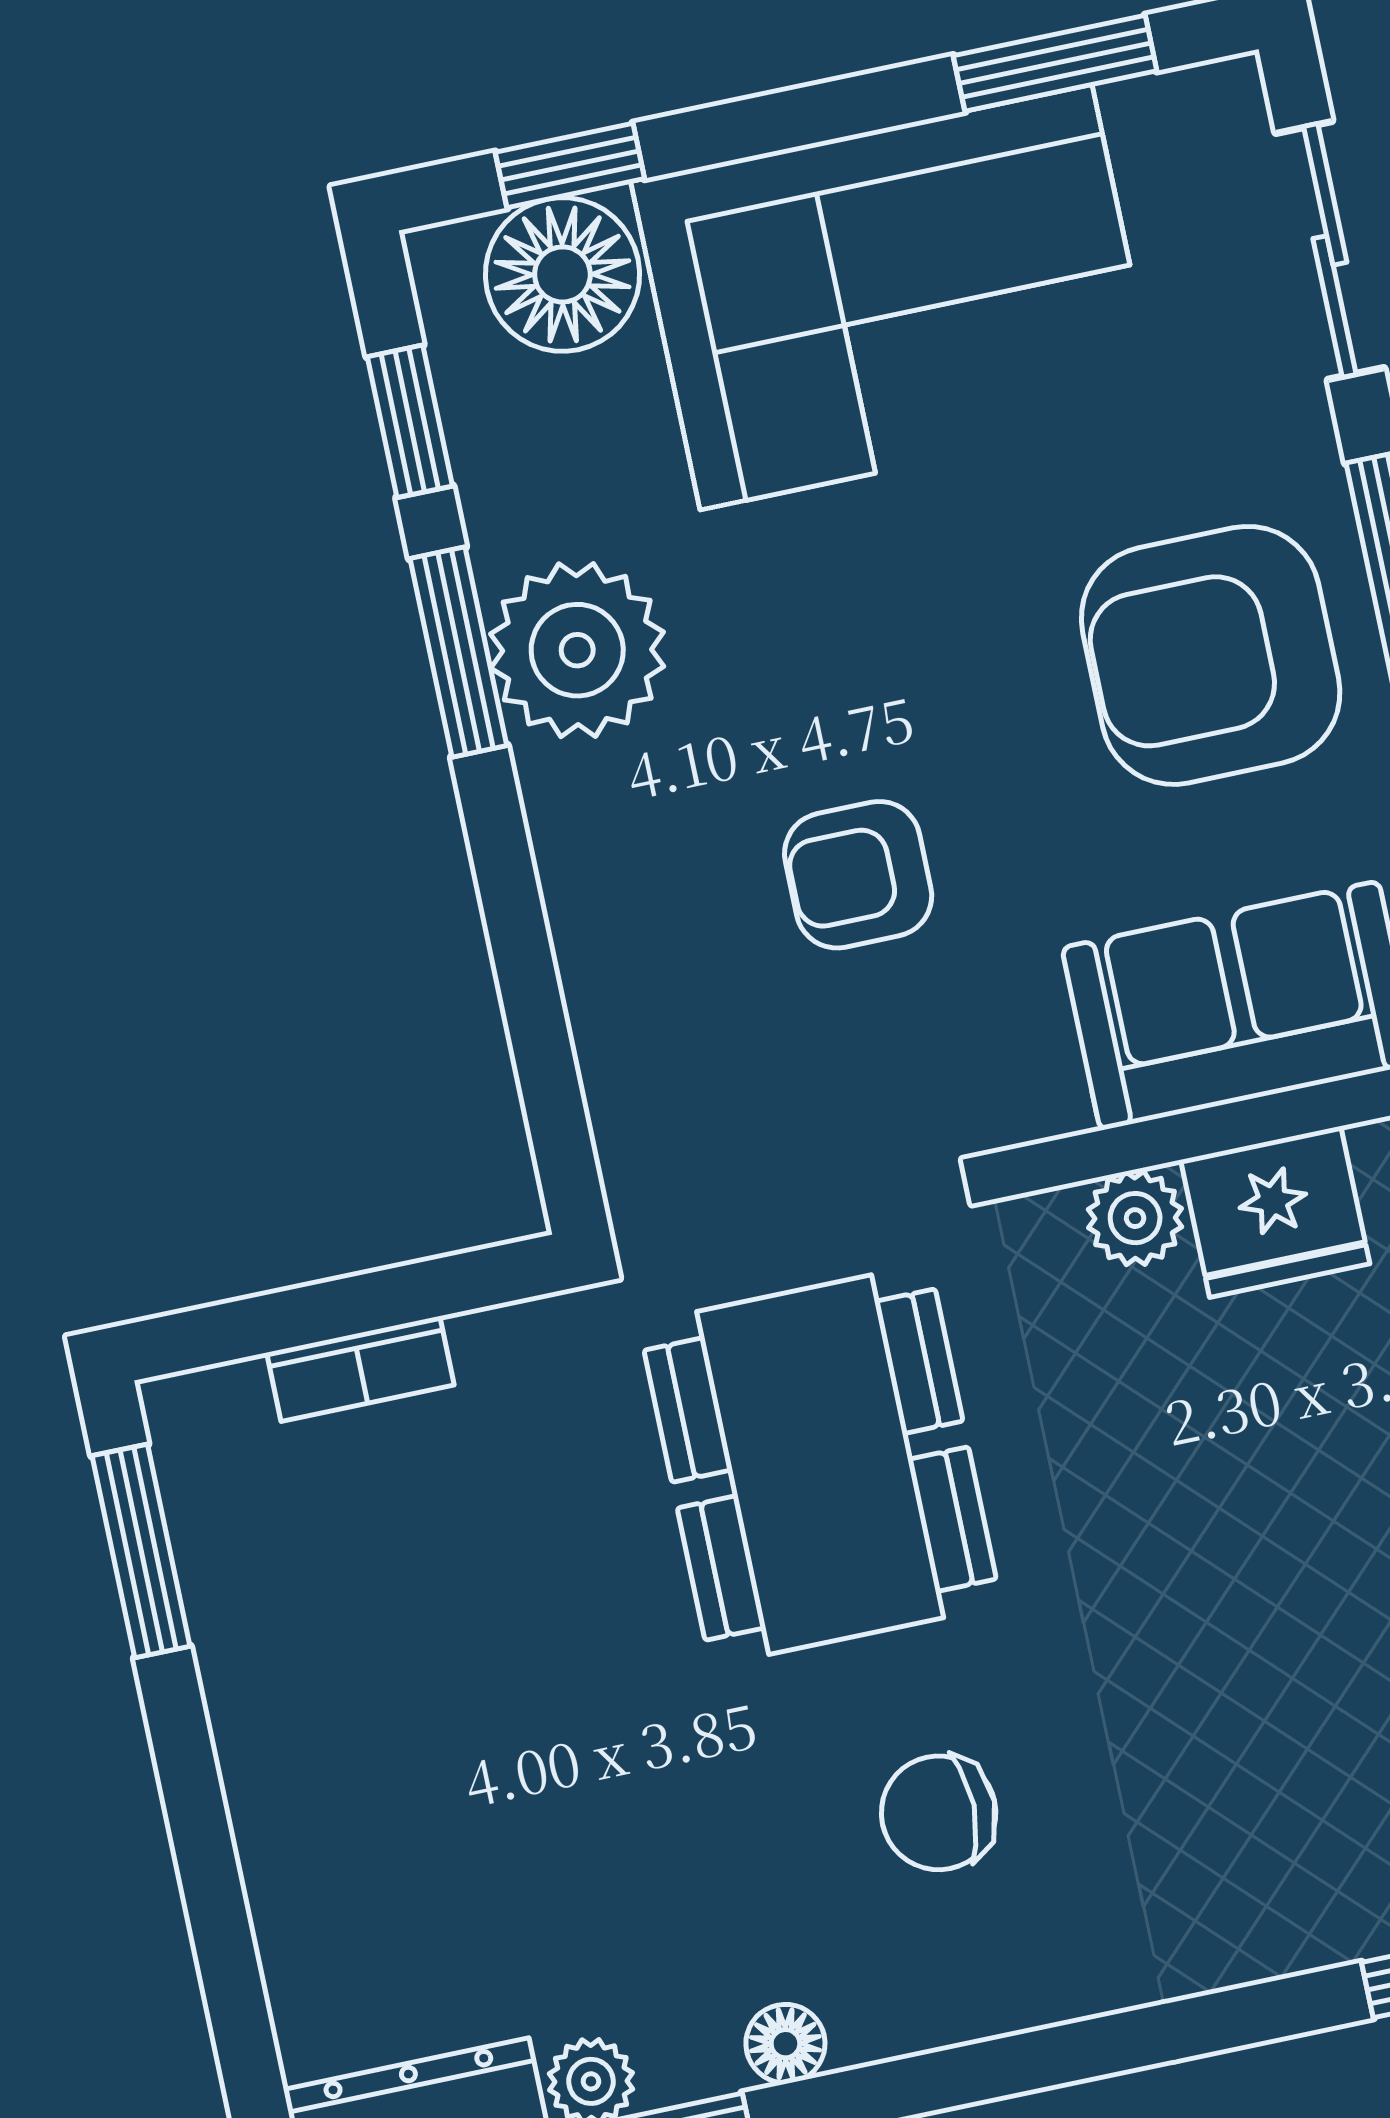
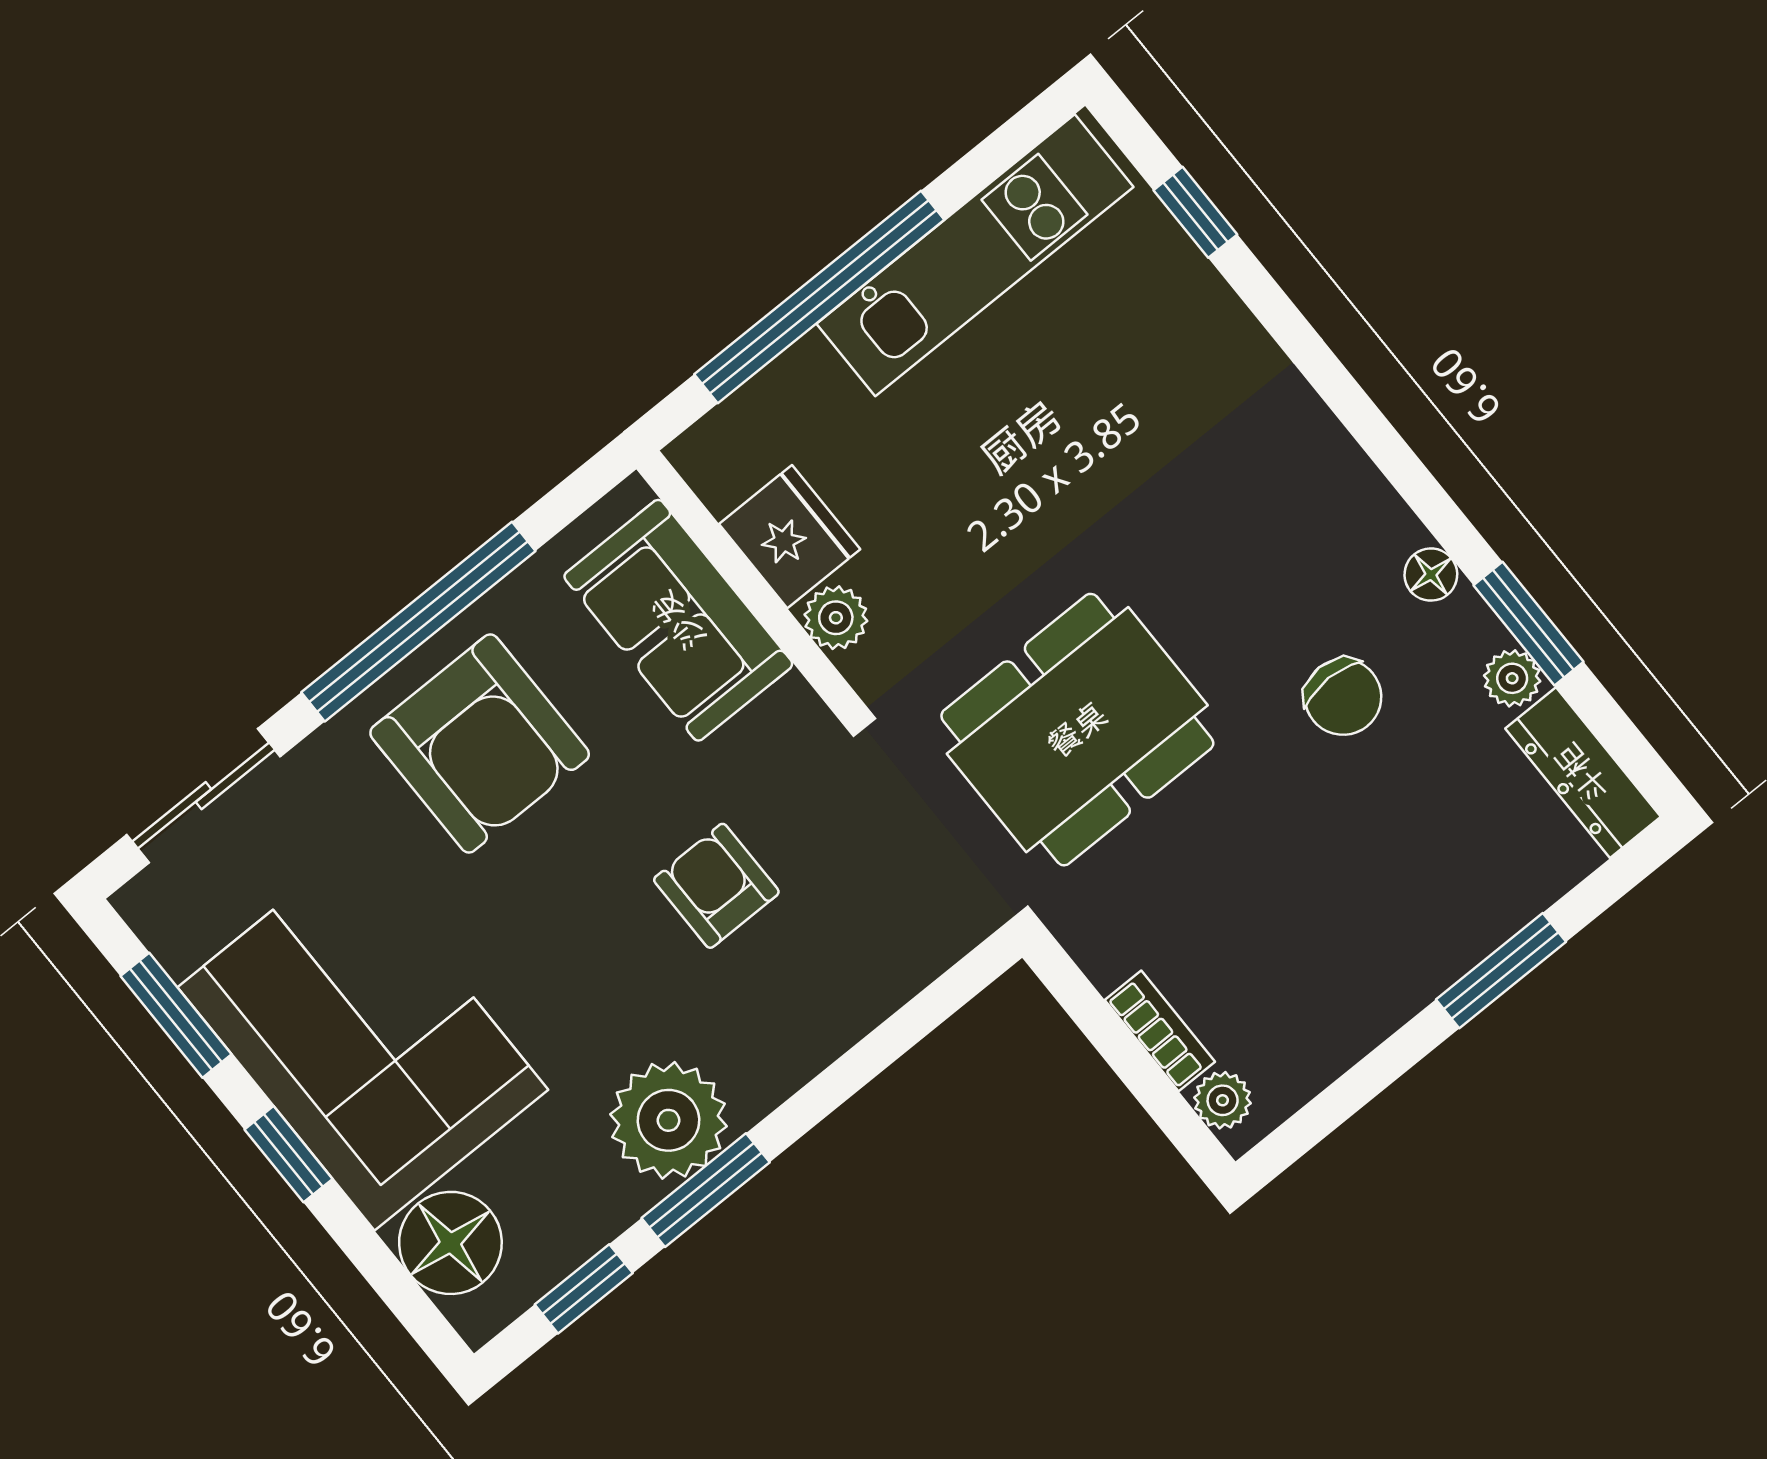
window: (570, 165) -> (289, 1154), moved
armchair: (858, 875) -> (716, 886), turned 180
plant: (225, 1405) -> (1223, 1100), added
window: (141, 1551) -> (1501, 971), moved
chair: (939, 1813) -> (1343, 697), moved

